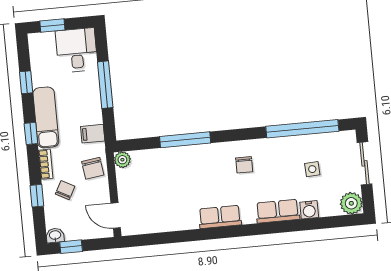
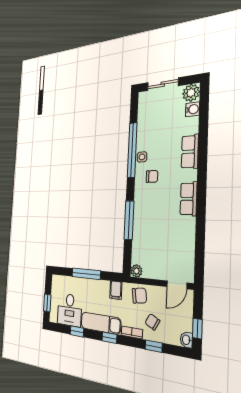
desk: (76, 50) -> (70, 310), moved, turned -90
window: (302, 129) -> (132, 150), moved
side table: (312, 169) -> (142, 157), moved
water cooler: (309, 210) -> (192, 109), moved

